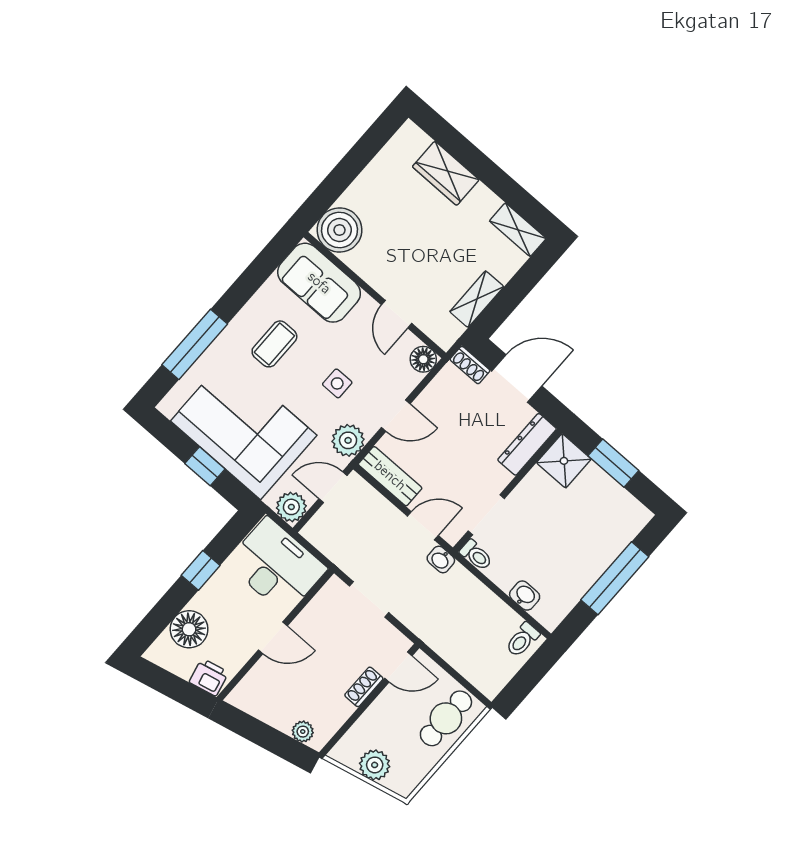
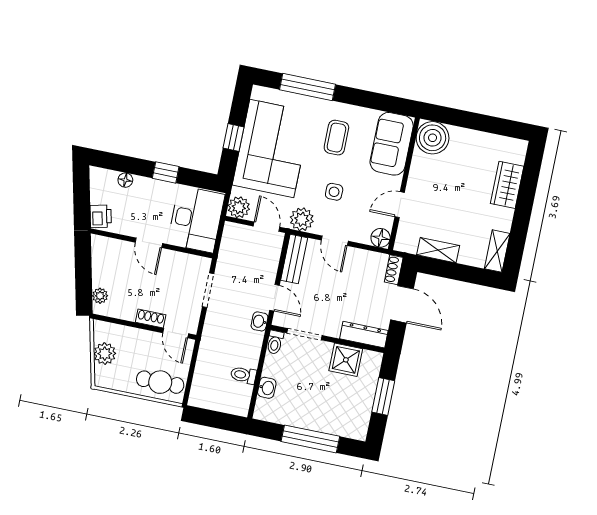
coffee table: (274, 344) -> (336, 138), turned 90
shower: (564, 461) -> (346, 360), moved
floor lamp: (189, 629) -> (125, 180), width x0.53, depth x0.53
toilet: (522, 640) -> (243, 375), moved

